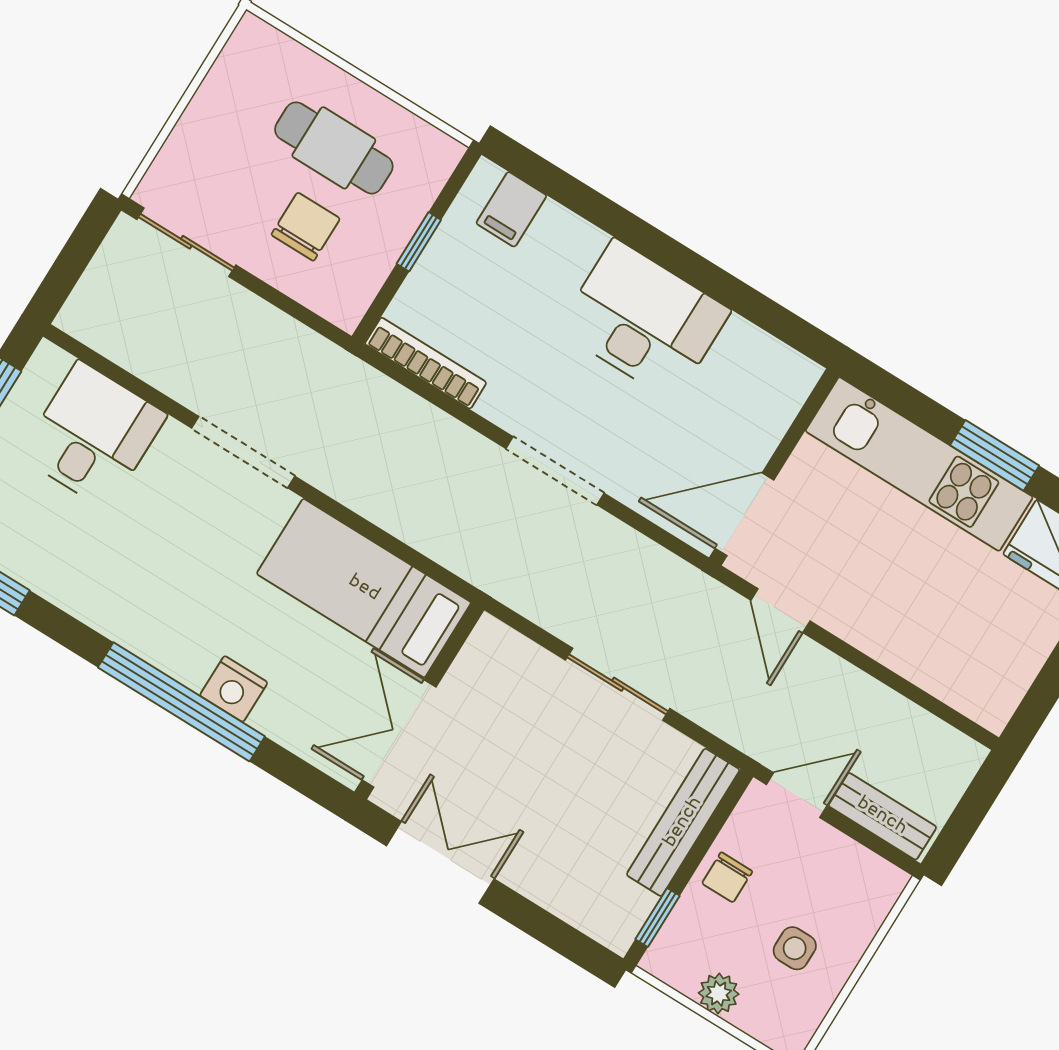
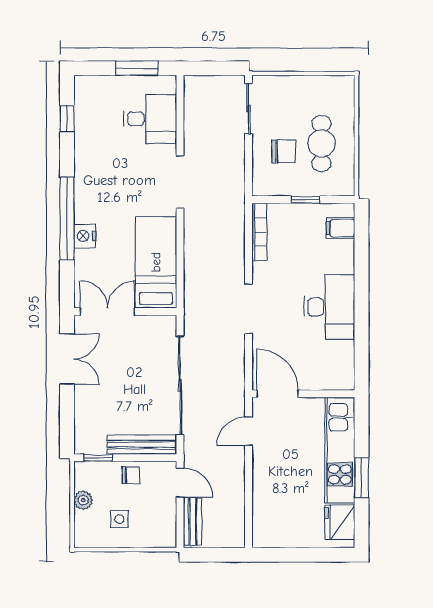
sliding door: (618, 684) -> (180, 385), width x1.86
chair: (727, 877) -> (131, 475), turned 180

